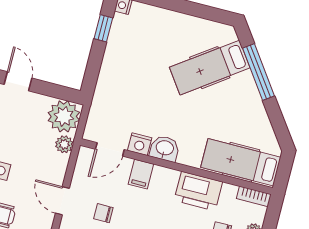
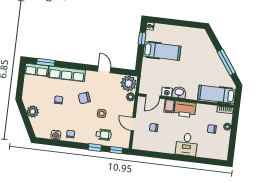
hospital bed: (210, 68) -> (162, 51), moved, turned -144
window: (259, 72) -> (226, 62), moved
printer: (198, 191) -> (185, 109), moved

